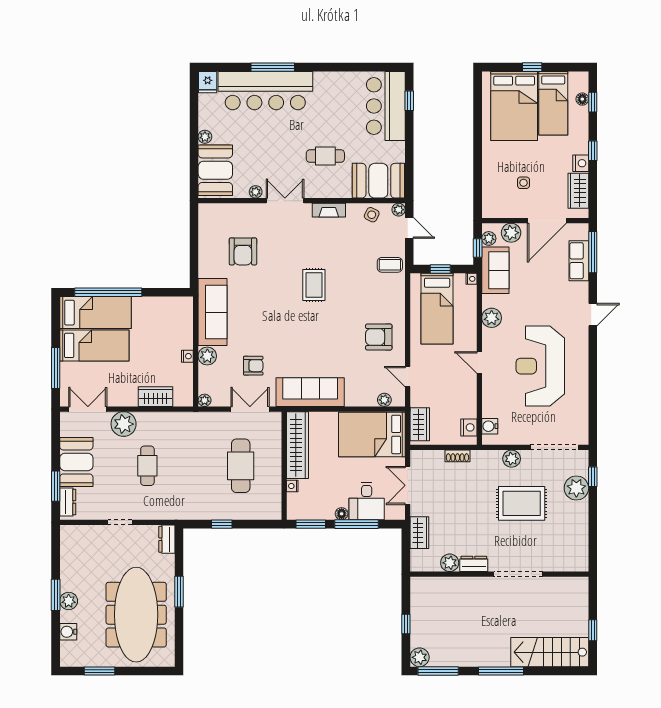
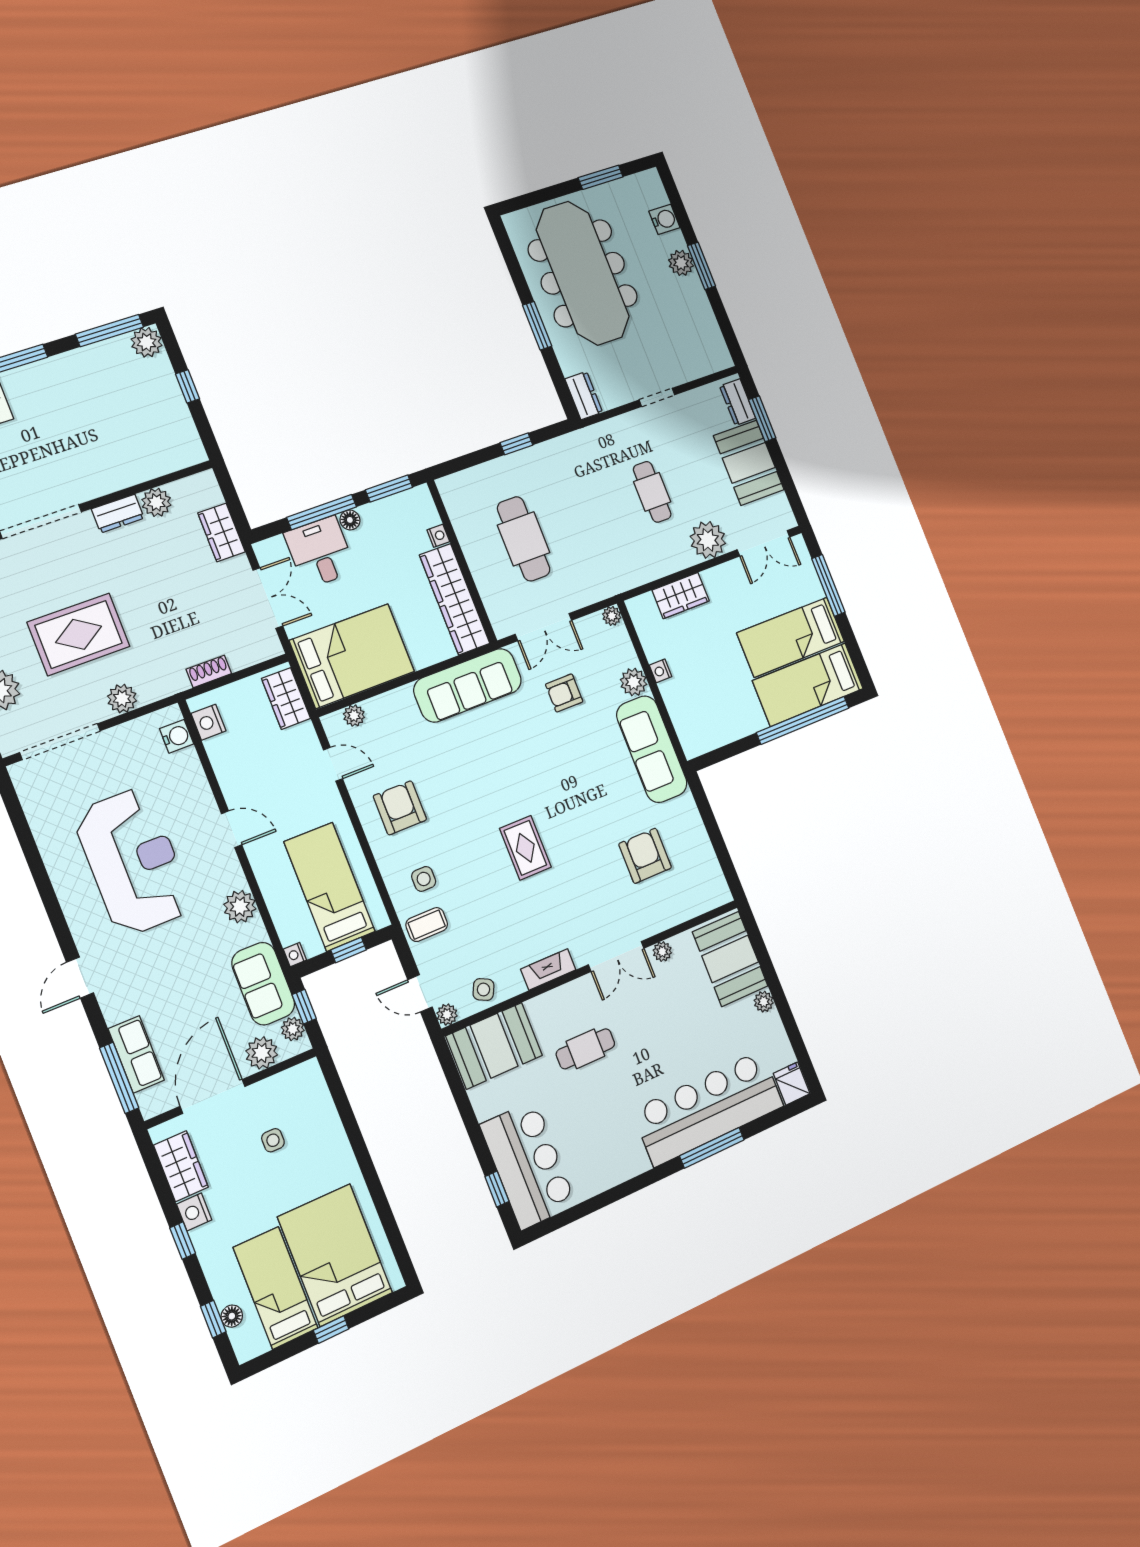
side table: (381, 291) -> (424, 879), added
armchair: (379, 337) -> (400, 808), turned -90

